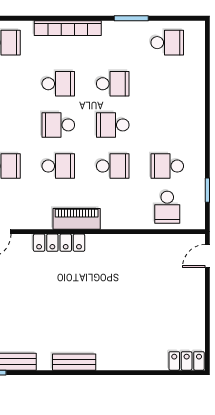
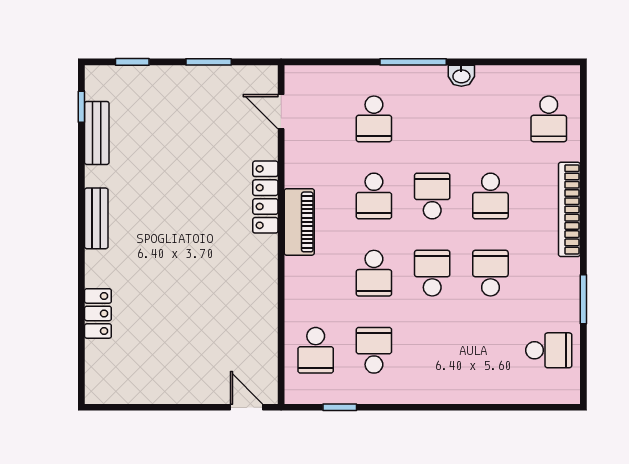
school desk: (167, 43) -> (549, 350), turned -90
school desk: (113, 84) -> (490, 273), turned 180
school desk: (167, 207) -> (316, 350), turned -90
locker: (187, 361) -> (98, 313), moved

